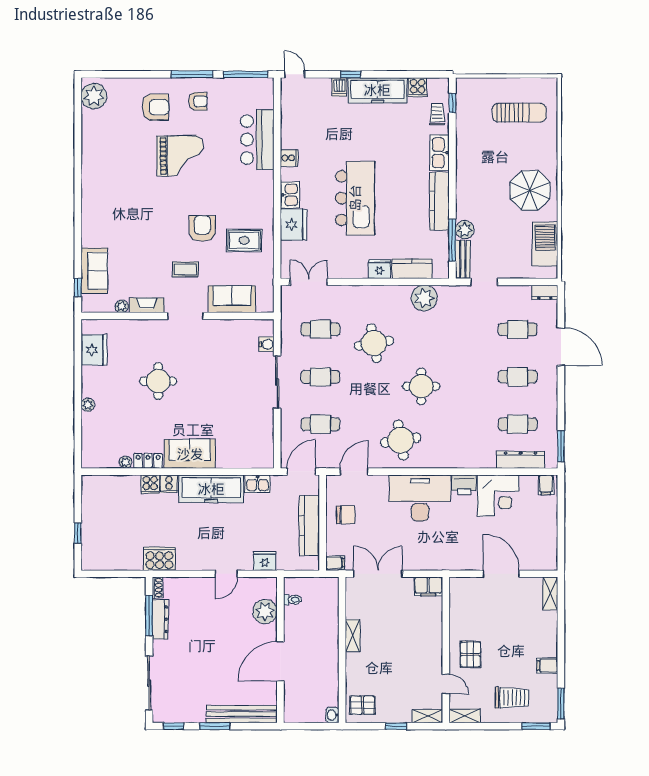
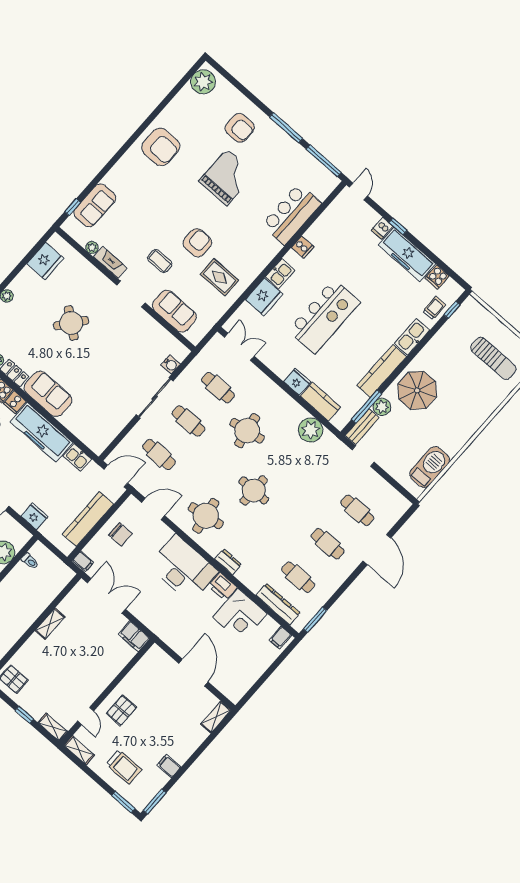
armchair: (198, 101) -> (161, 147), moved, width x1.88, depth x1.88
grand piano: (180, 156) -> (227, 177), turned -89
parasol: (530, 190) -> (417, 390), moved
dresser: (545, 292) -> (228, 562), moved, turned 180
round table: (158, 381) -> (71, 323), turned 38

